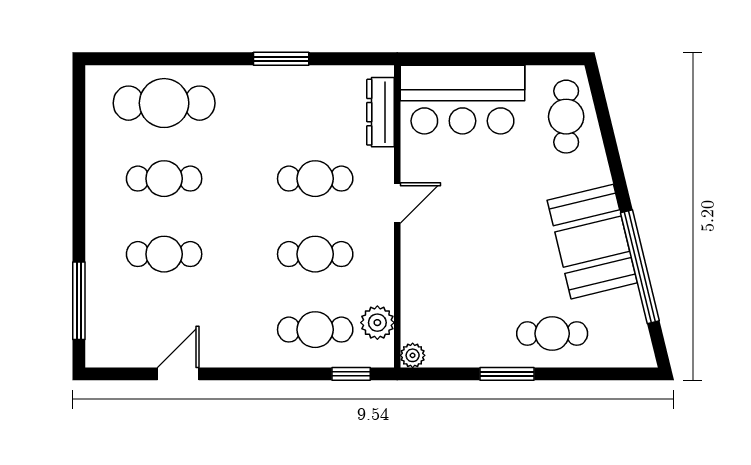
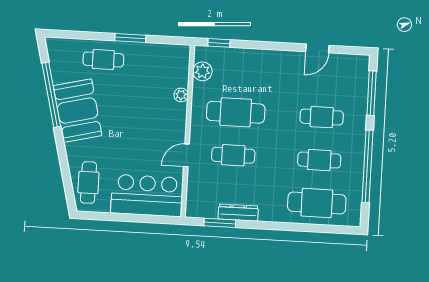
window: (281, 59) -> (220, 223), moved
dresser: (380, 112) -> (238, 213), moved, turned -90
window: (79, 172) -> (367, 166), added
door: (397, 203) -> (186, 155), moved
cafe table: (315, 254) -> (236, 112), width x1.37, depth x1.35
cafe table: (315, 330) -> (238, 69), removed
plant: (413, 355) -> (181, 95), moved

